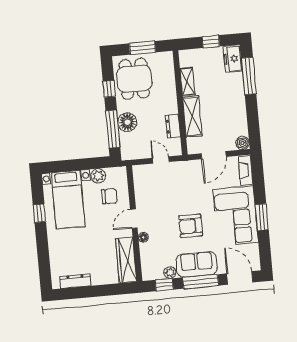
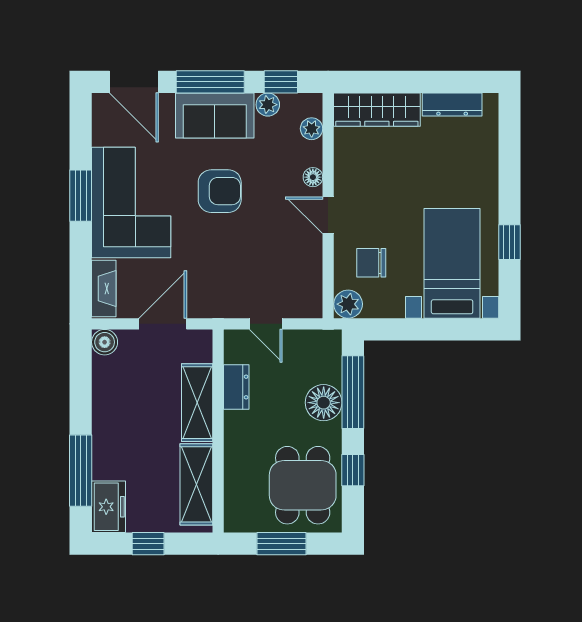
shelving: (187, 81) -> (196, 484), width x1.50, depth x1.33
plant: (98, 176) -> (348, 304), moved
door: (134, 219) -> (328, 215), swing flipped
wardrobe: (126, 260) -> (377, 110), moved, turned 90
plant: (146, 262) -> (312, 129), added

